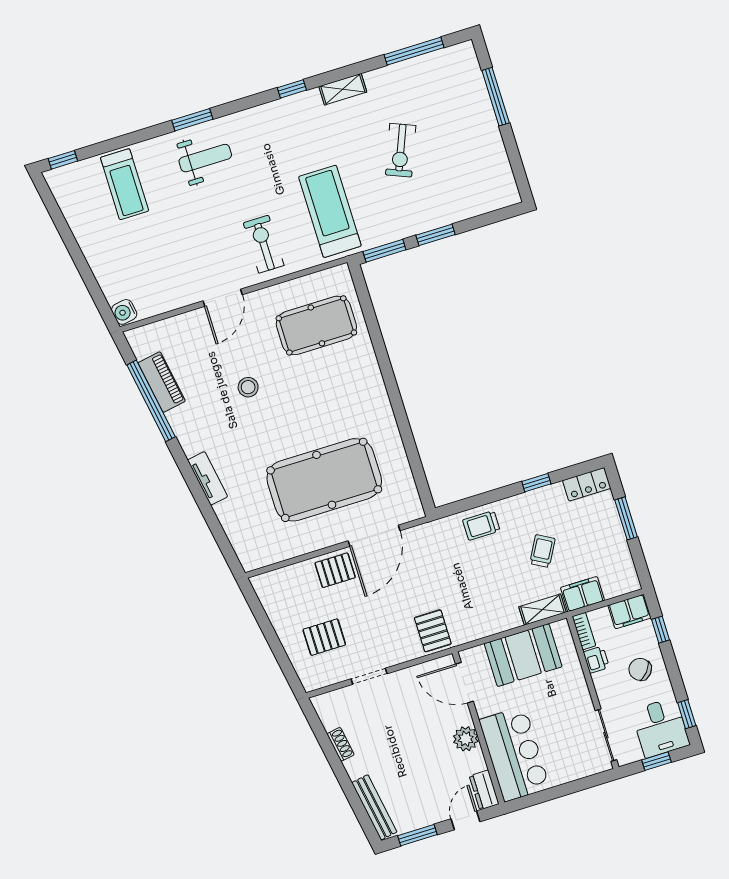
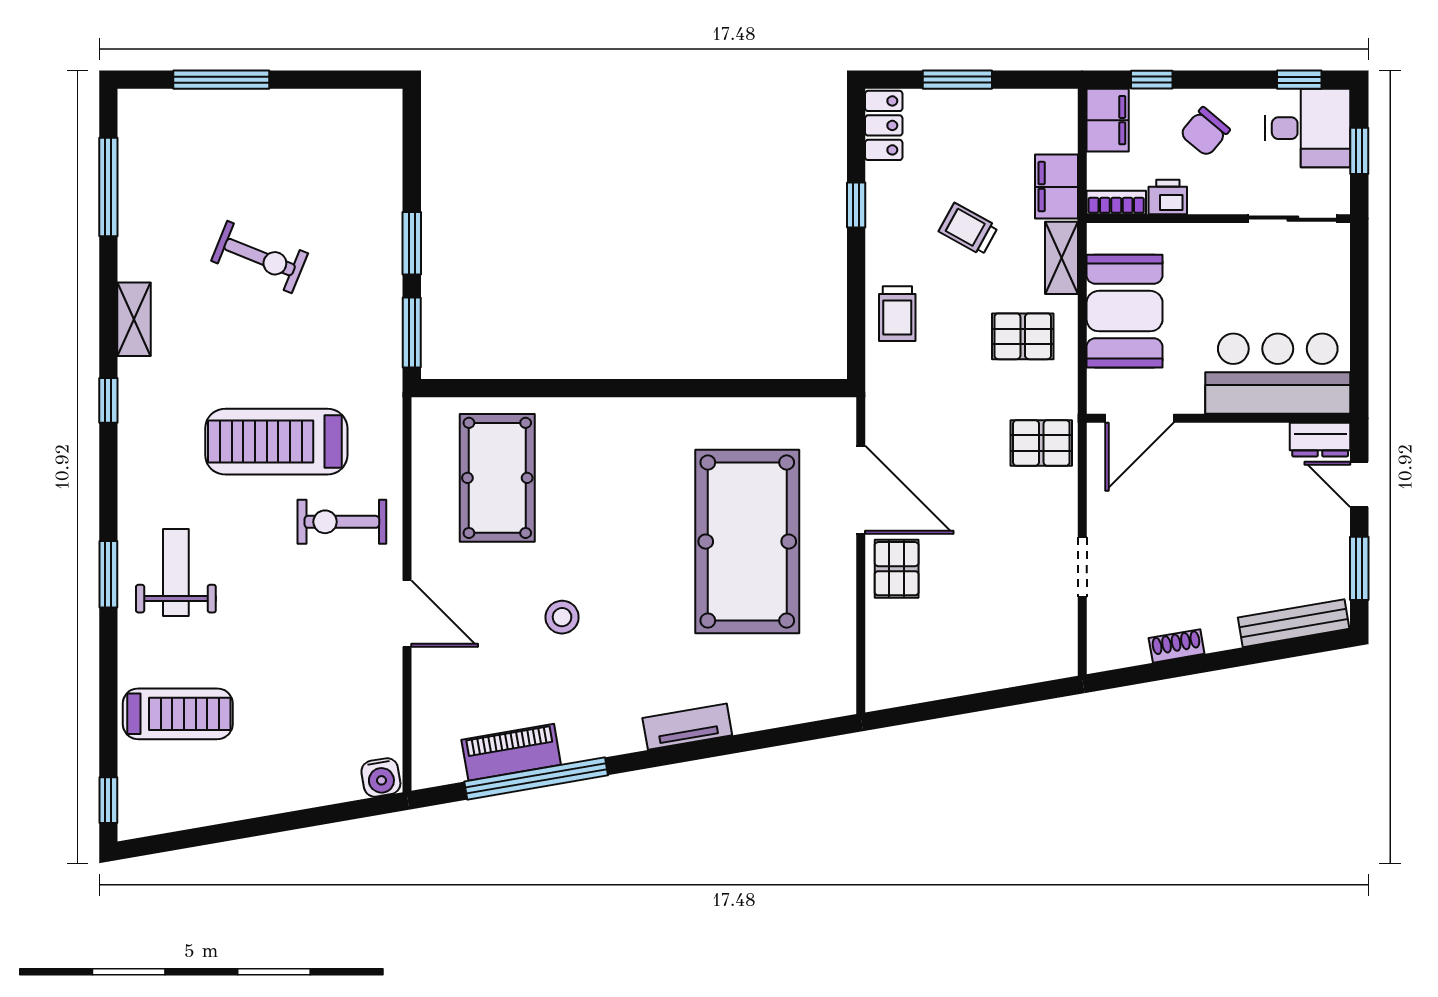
treadmill: (330, 211) -> (276, 442), moved
pallet: (324, 637) -> (1023, 336), moved, turned 90
plant: (466, 739) -> (1229, 444), removed

